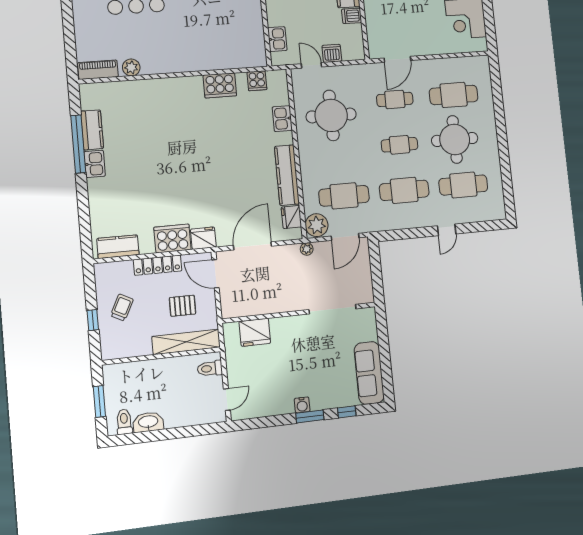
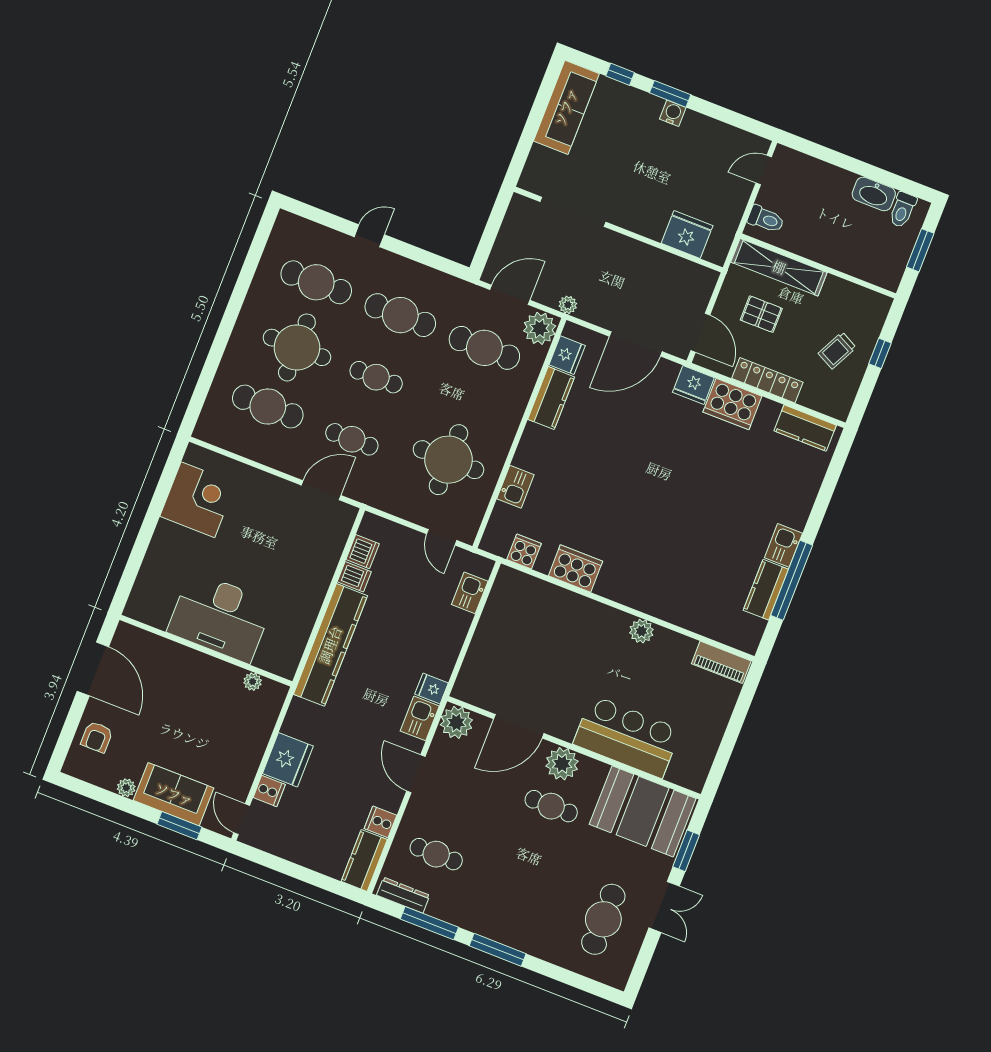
dishwasher: (332, 53) -> (363, 552), moved, turned -90
plant: (131, 67) -> (641, 631), moved
kitchen counter: (287, 175) -> (551, 398), width x0.67

